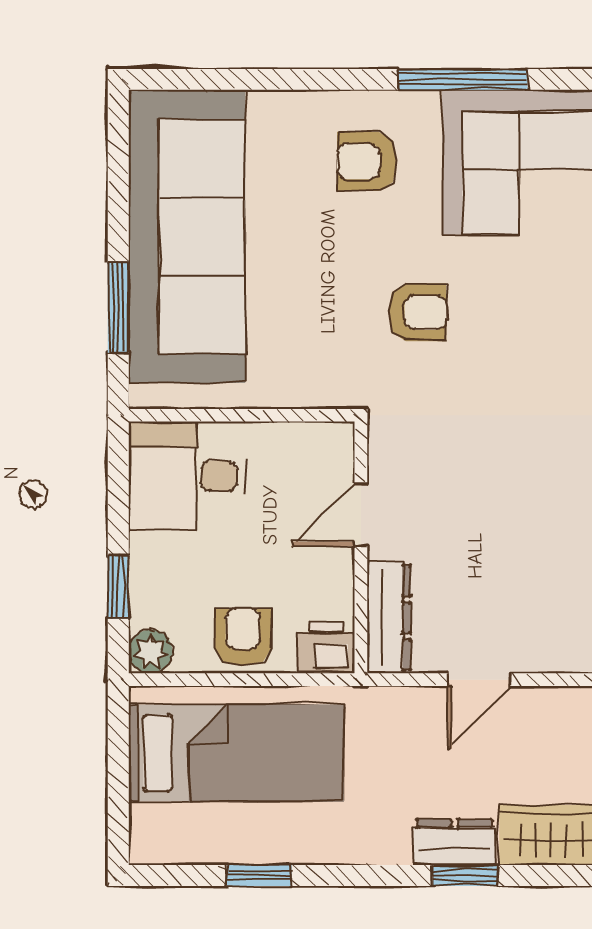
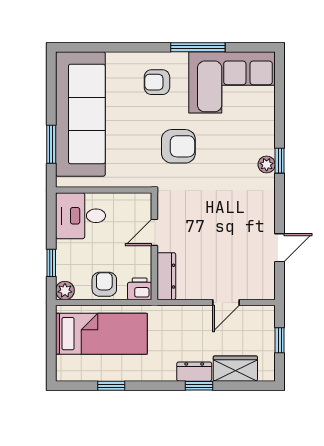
armchair: (417, 312) -> (178, 146), width x1.38, depth x1.38
door: (479, 680) -> (226, 302), moved

